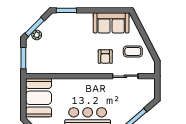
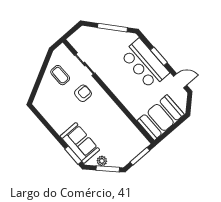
sofa: (111, 23) -> (80, 143), moved
plant: (37, 35) -> (102, 161), moved

